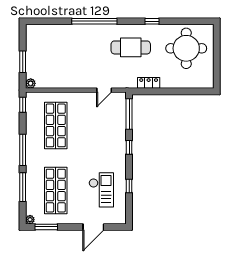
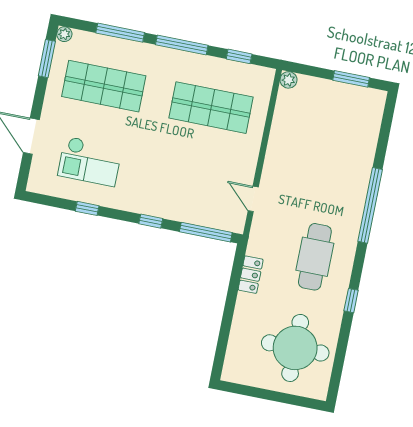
window: (23, 62) -> (351, 79), moved
window: (23, 105) -> (239, 56), moved

